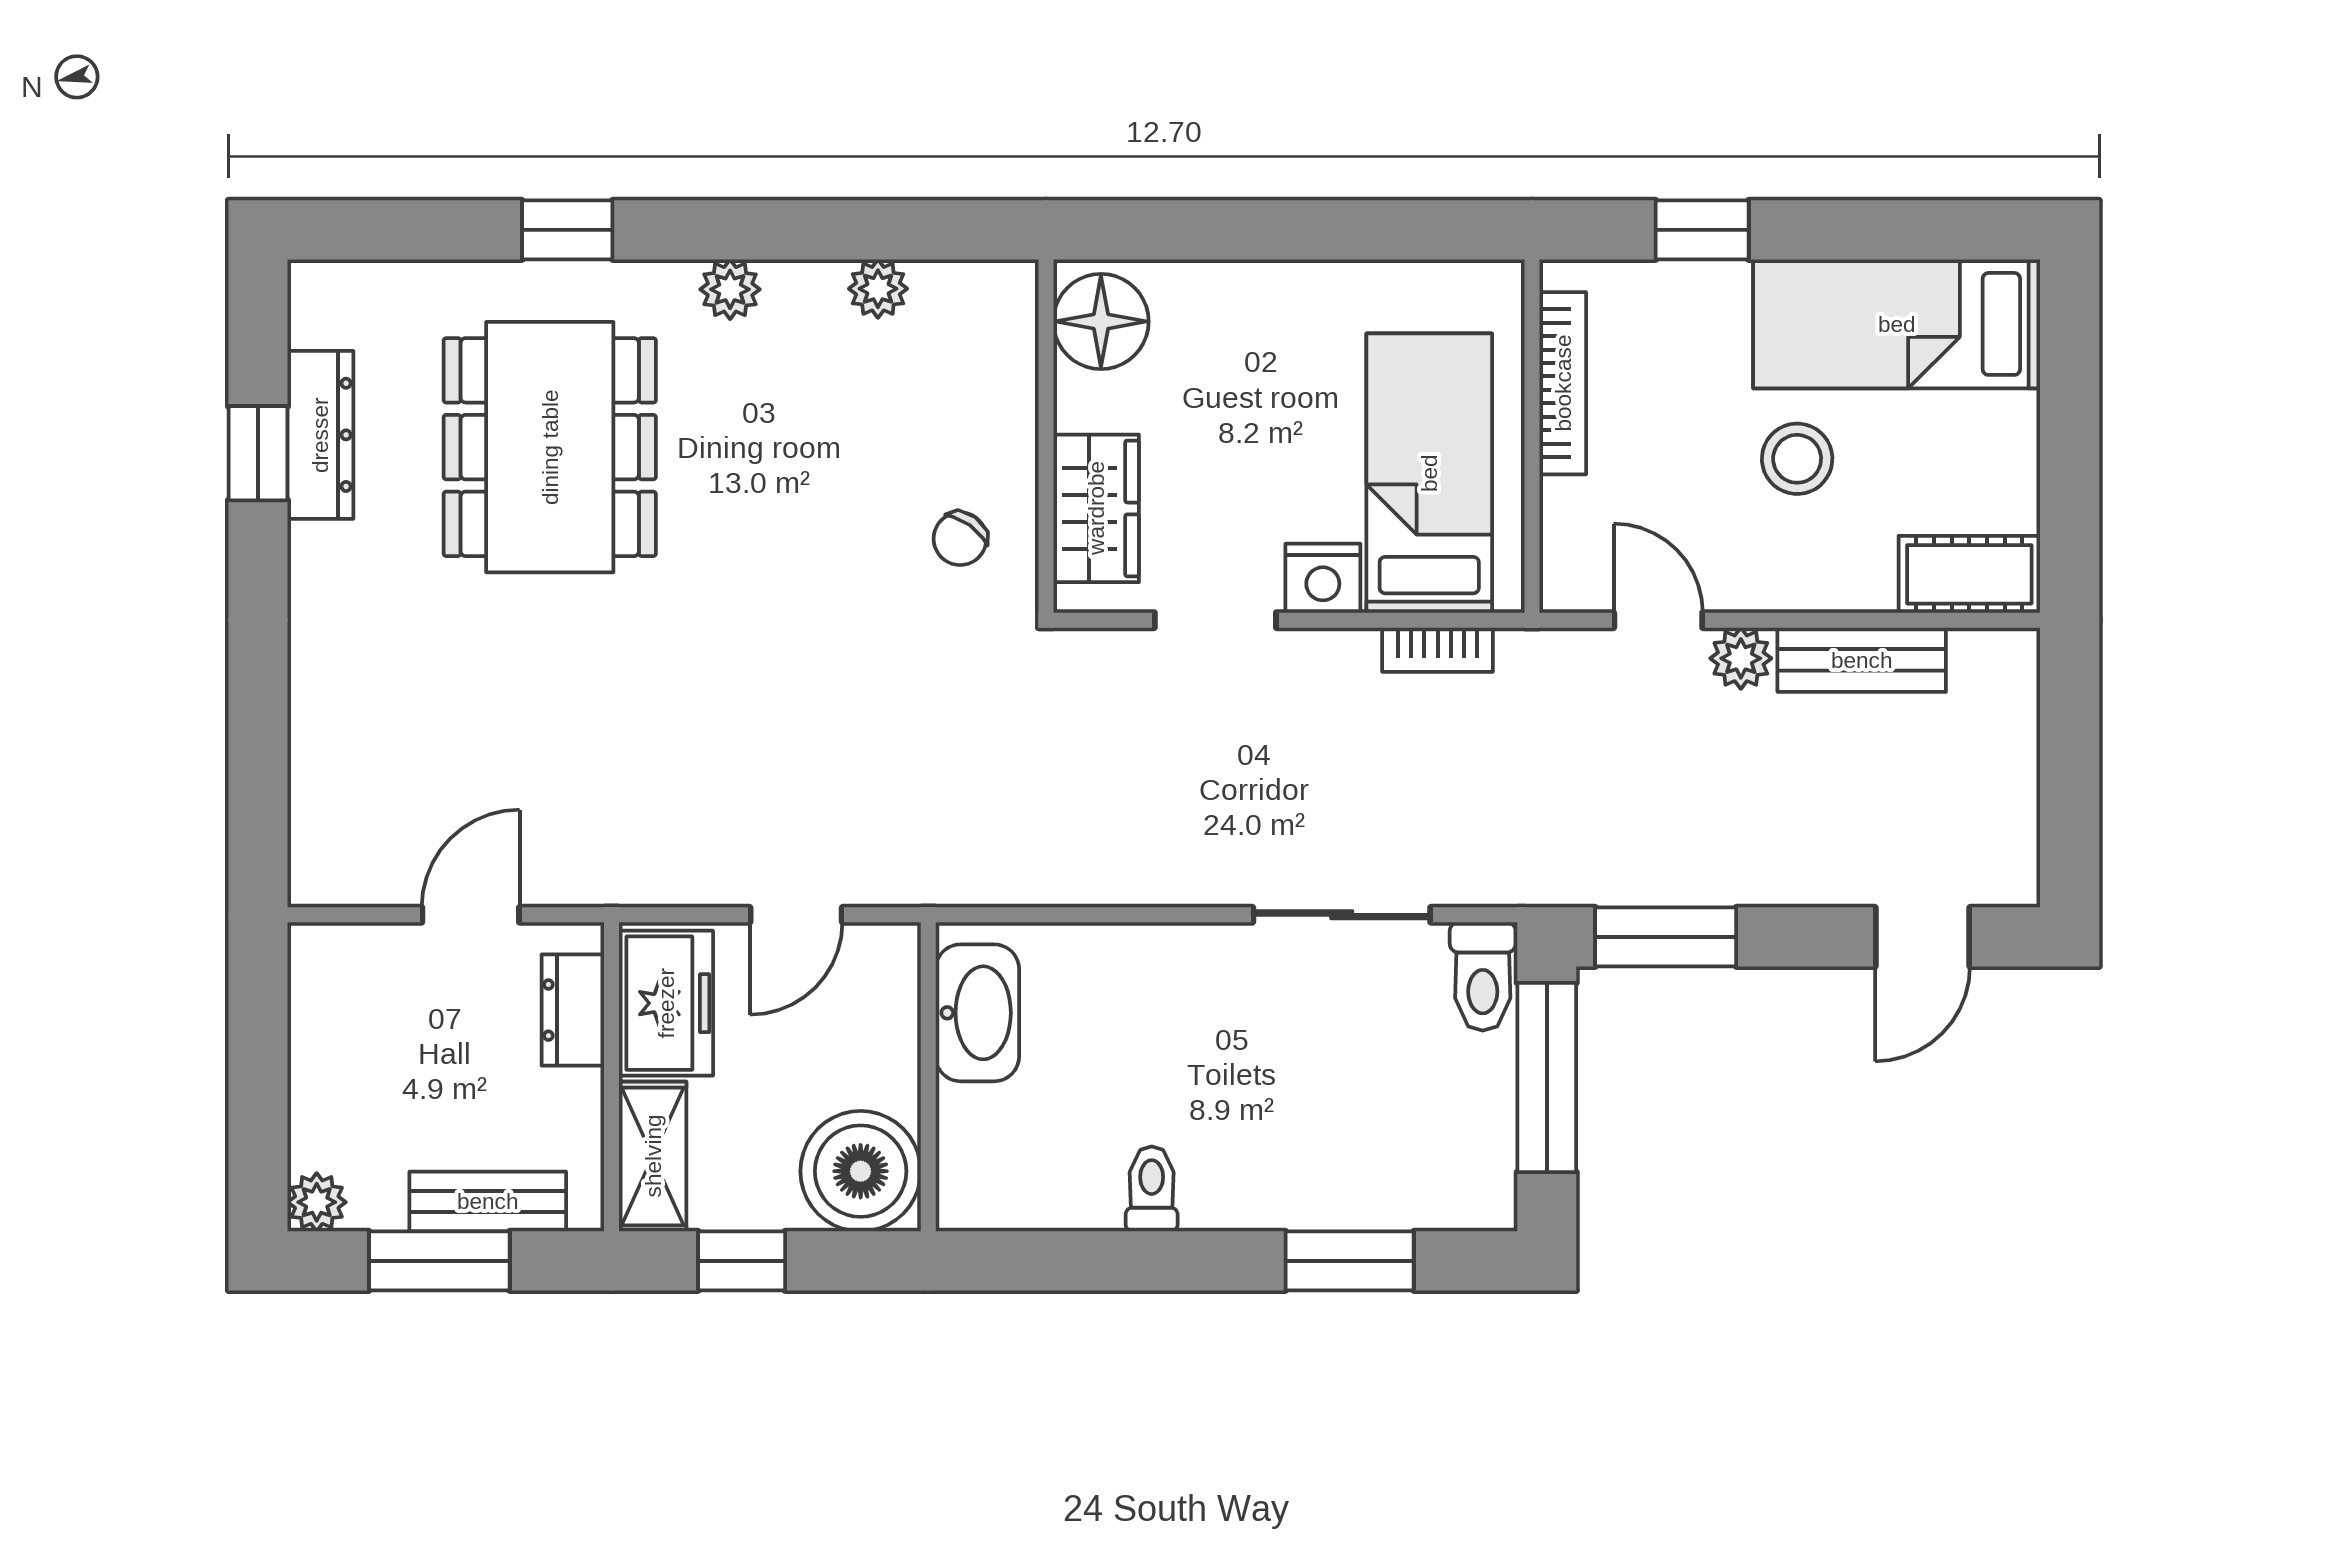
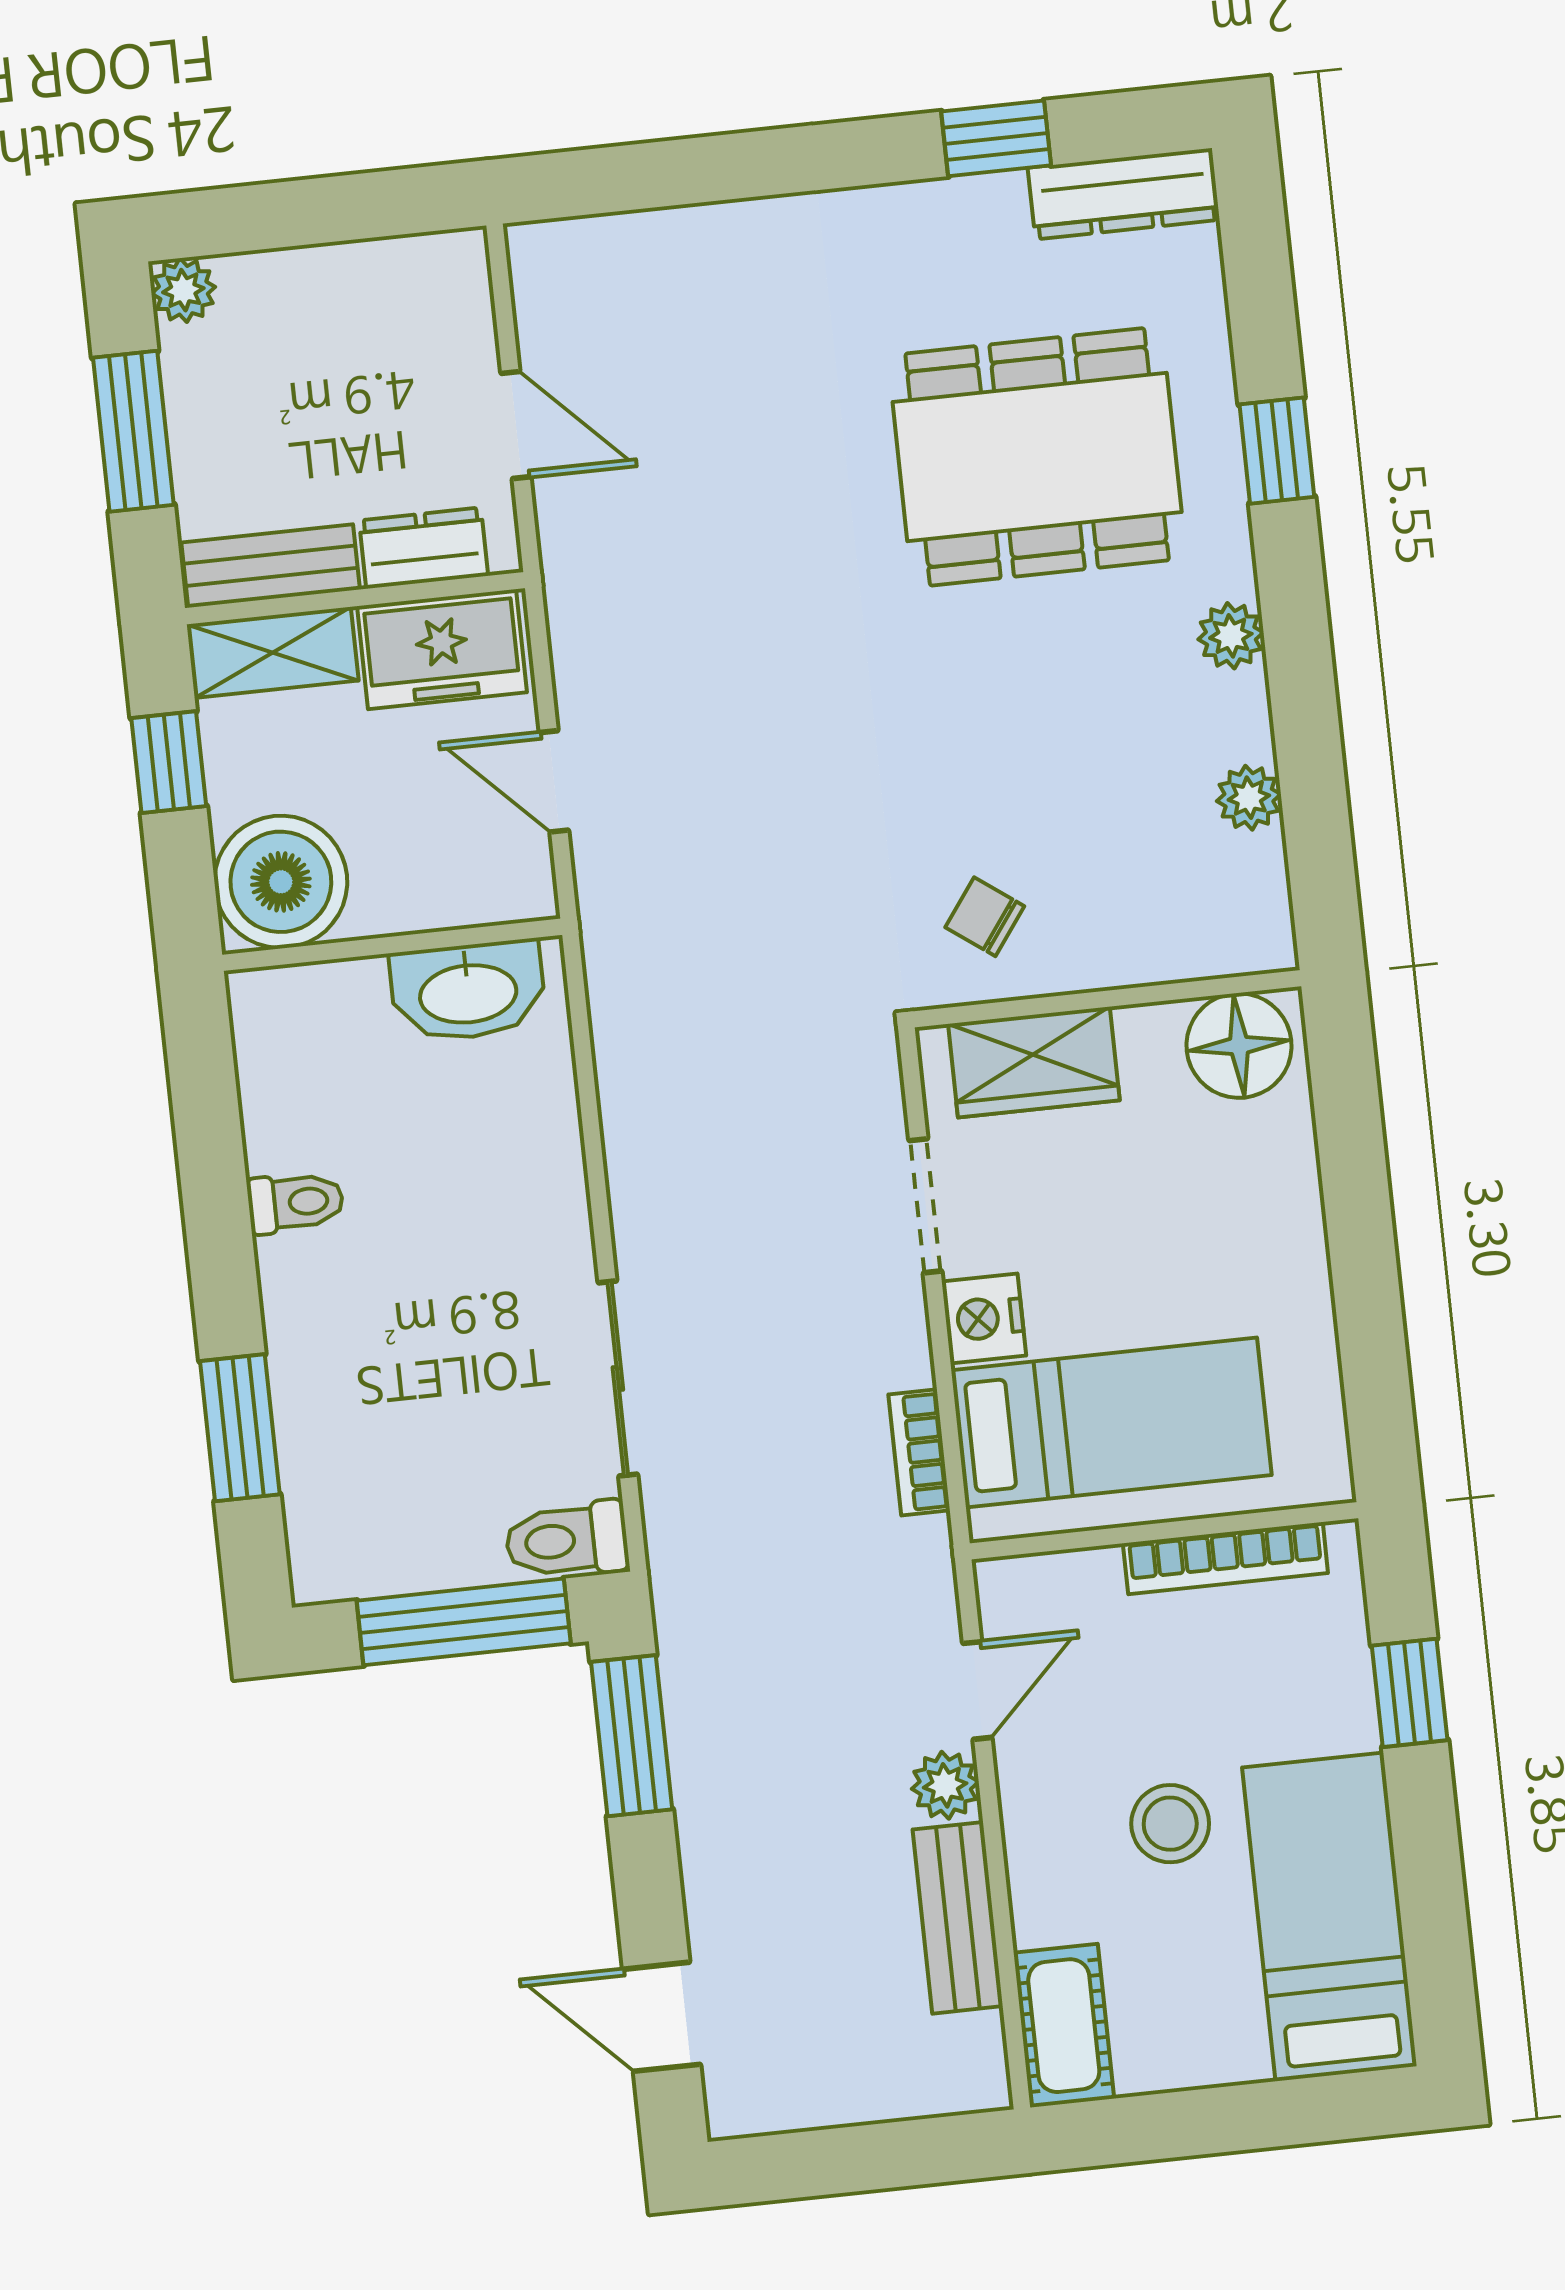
dresser: (320, 435) -> (1124, 194), moved
bench: (488, 1201) -> (271, 566), moved, turned 90

